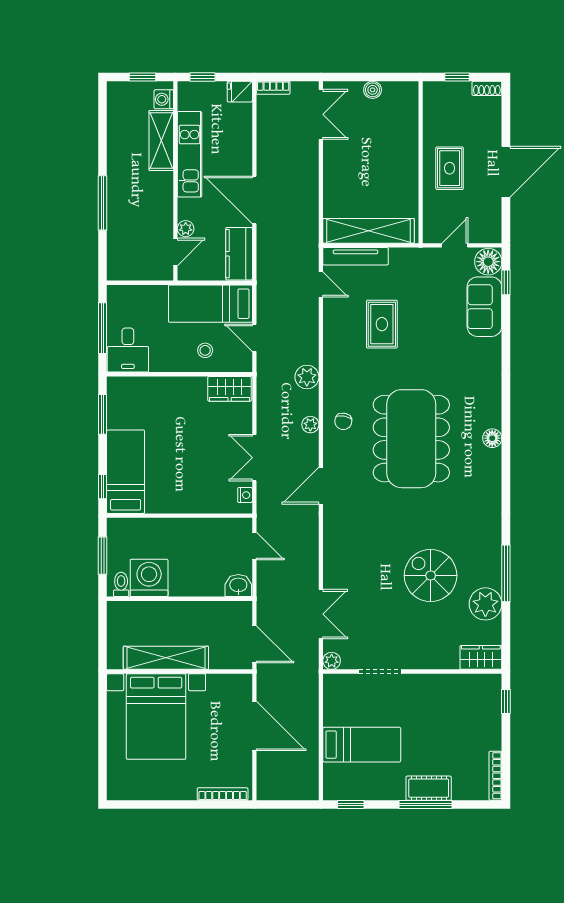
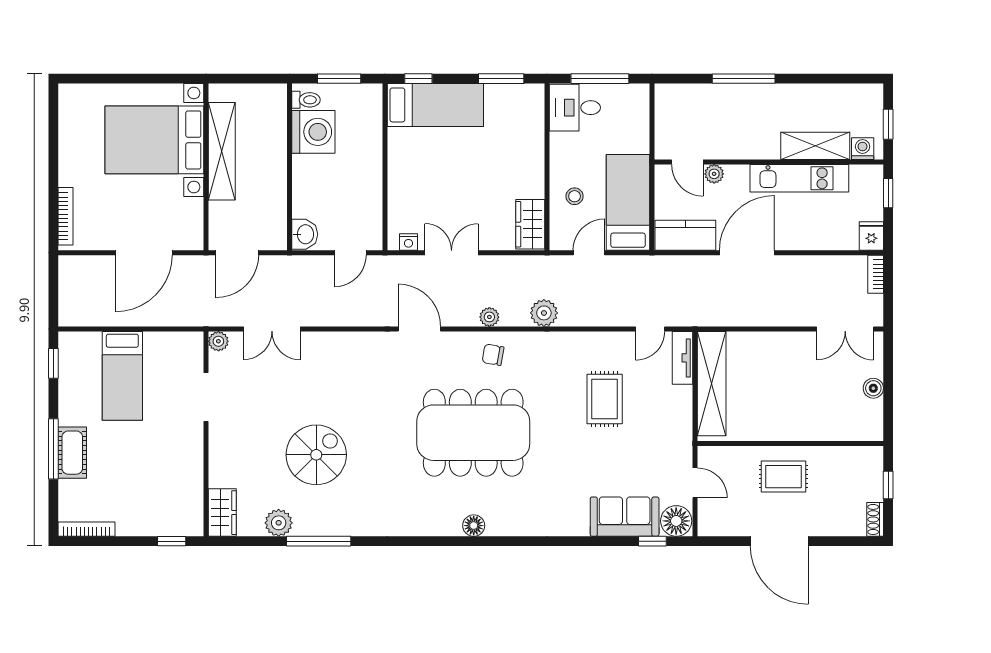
tv unit: (356, 256) -> (682, 358), width x0.71
rug: (382, 324) -> (605, 399), turned 90
plant: (485, 604) -> (279, 523), width x0.73, depth x0.73

